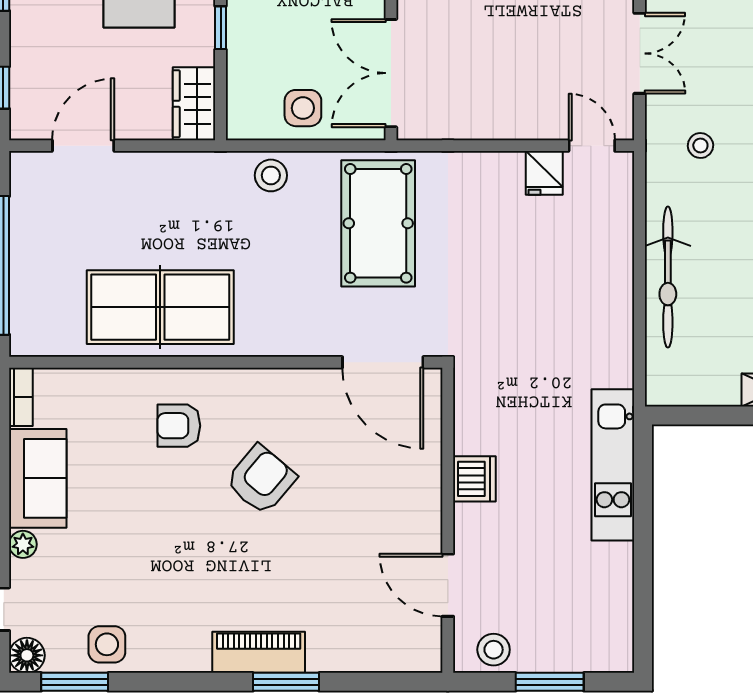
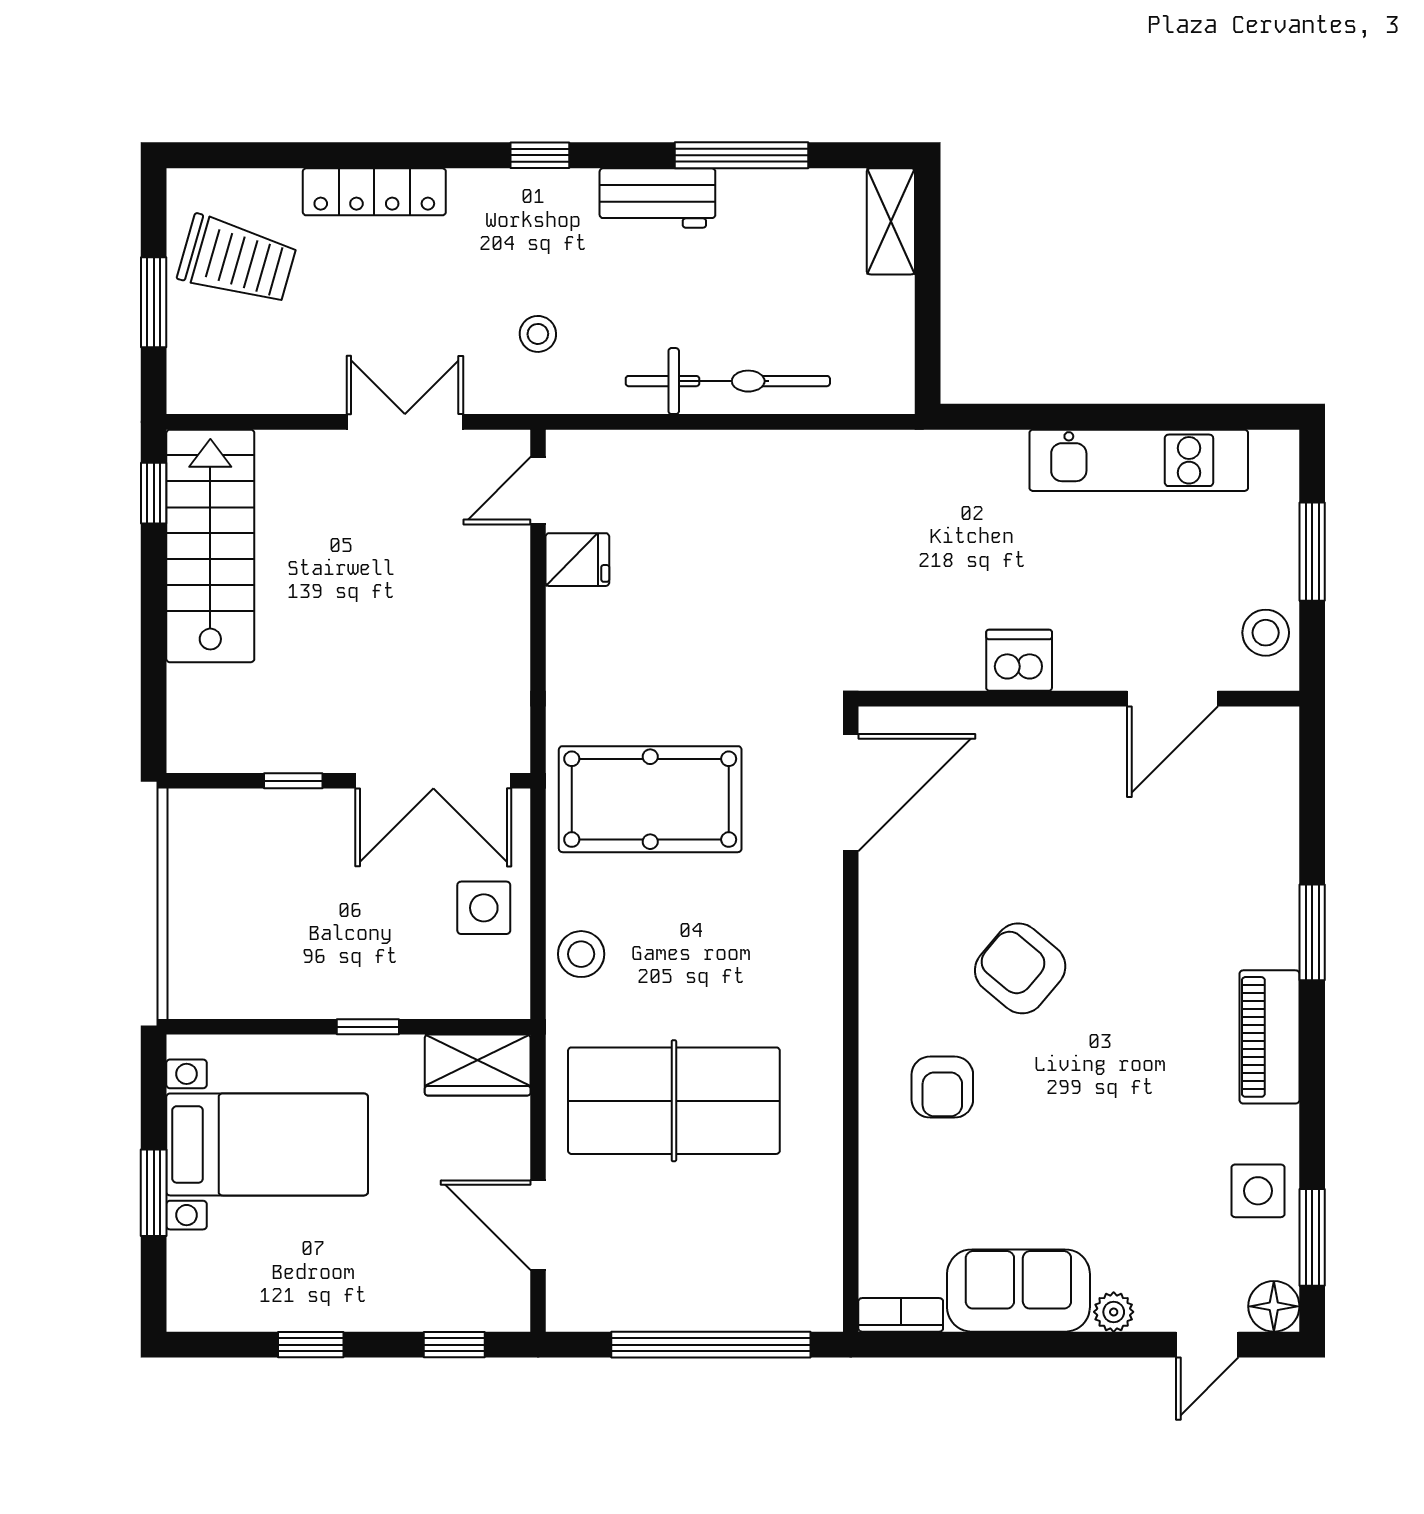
table tennis table: (160, 307) -> (674, 1101), moved, turned 90
kitchen unit: (613, 465) -> (1139, 460), moved
piano: (259, 652) -> (1269, 1037), moved

